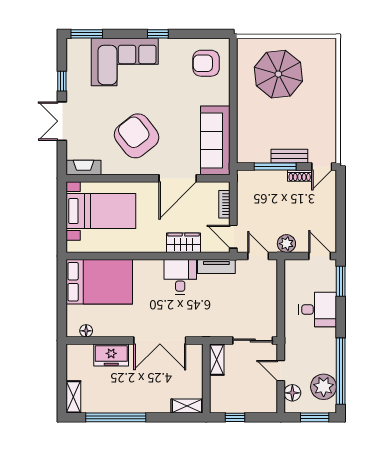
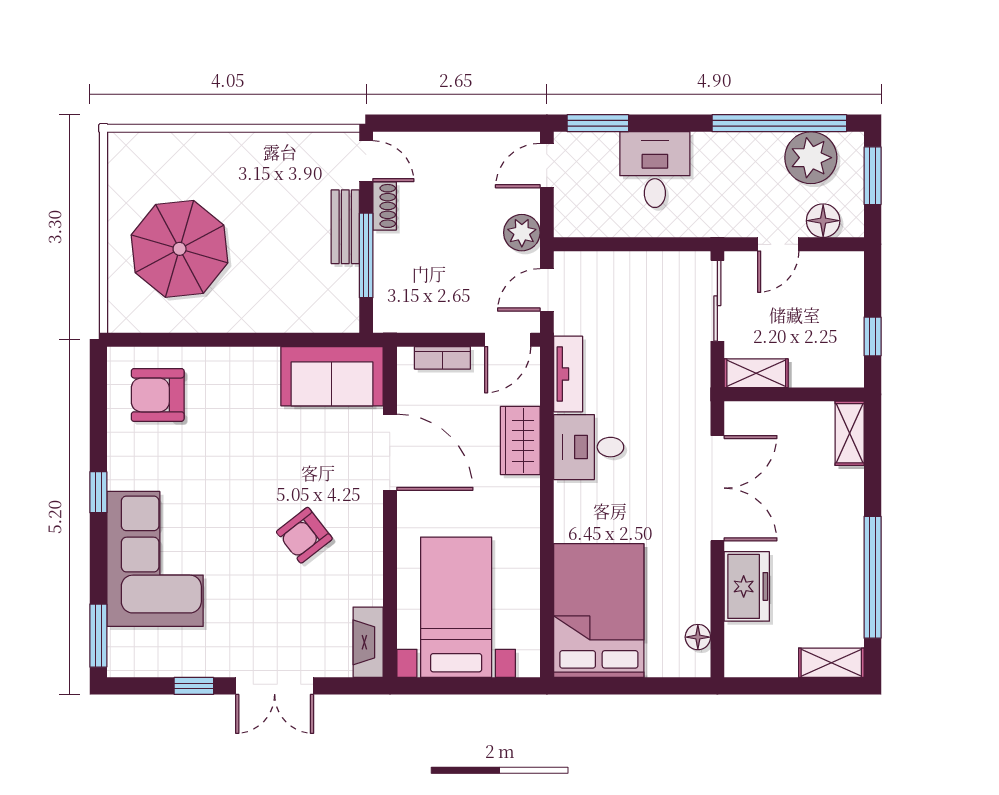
armchair: (206, 63) -> (158, 395), turned 90
armchair: (137, 136) -> (304, 535), width x0.53, depth x0.53
sofa: (215, 140) -> (332, 376), width x0.73

